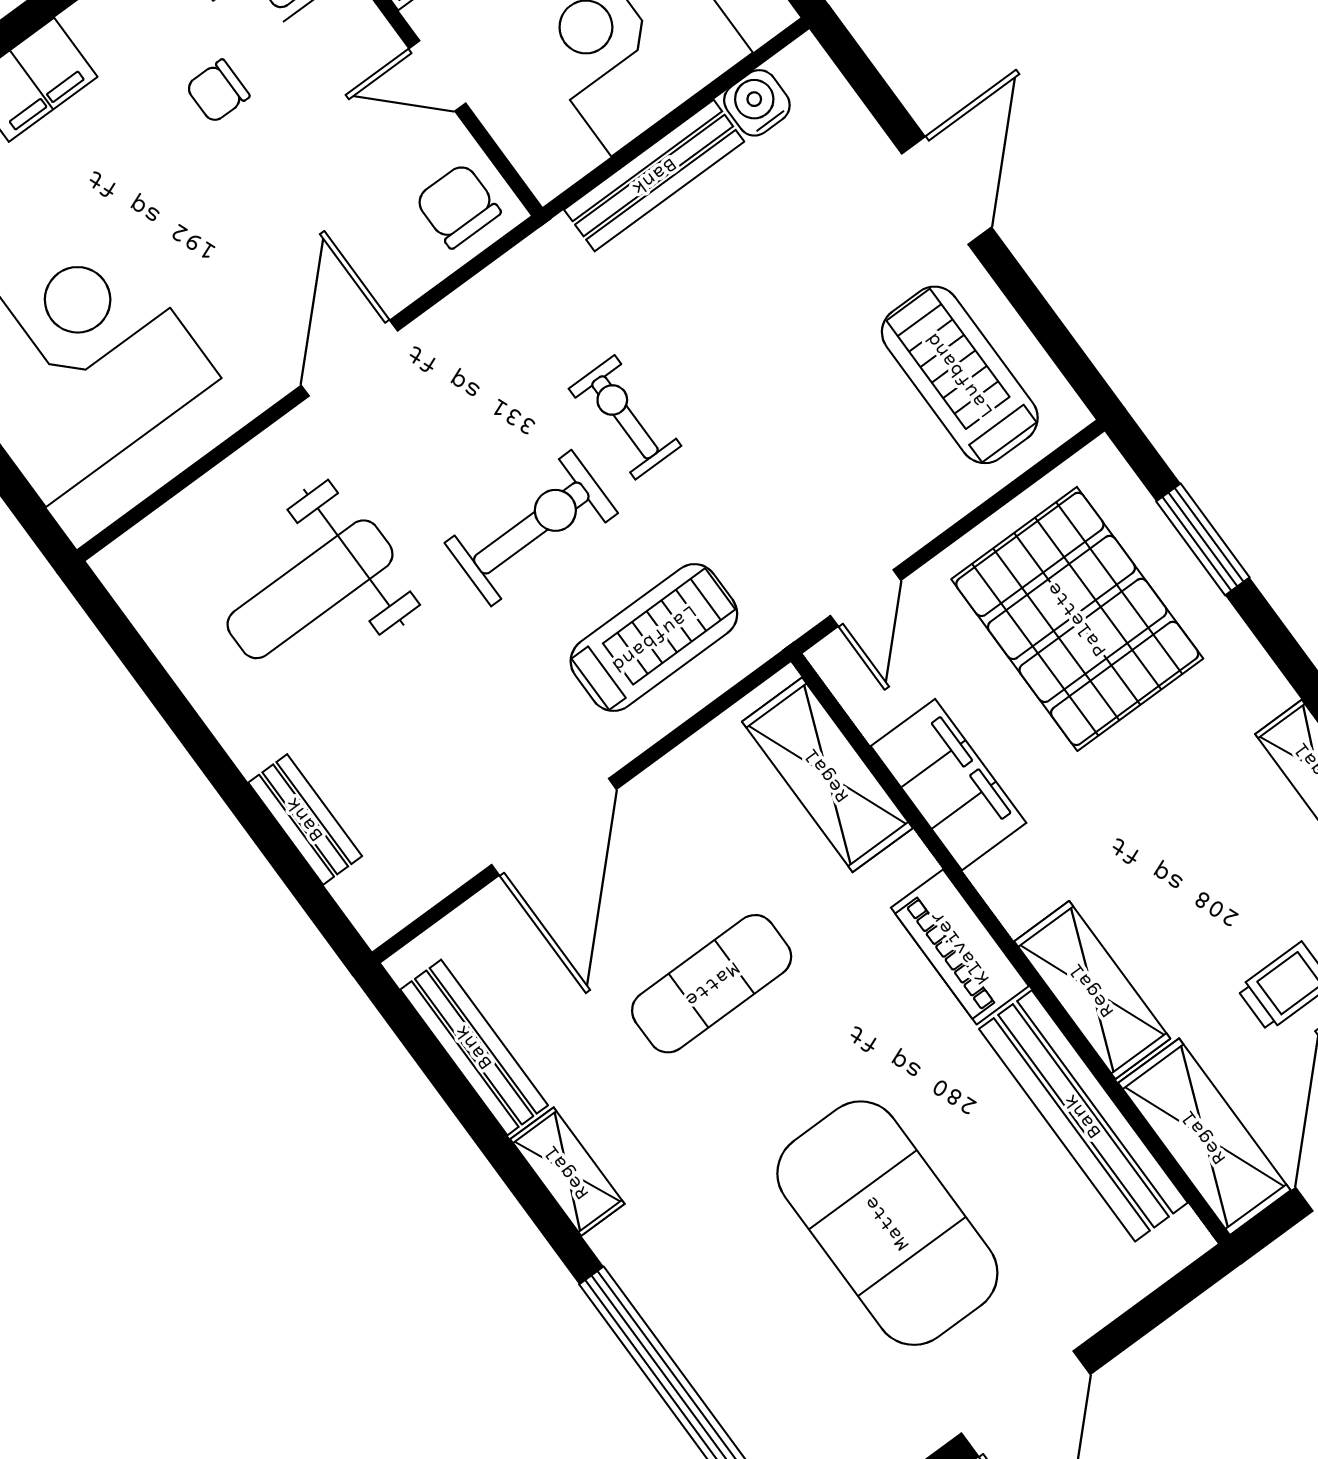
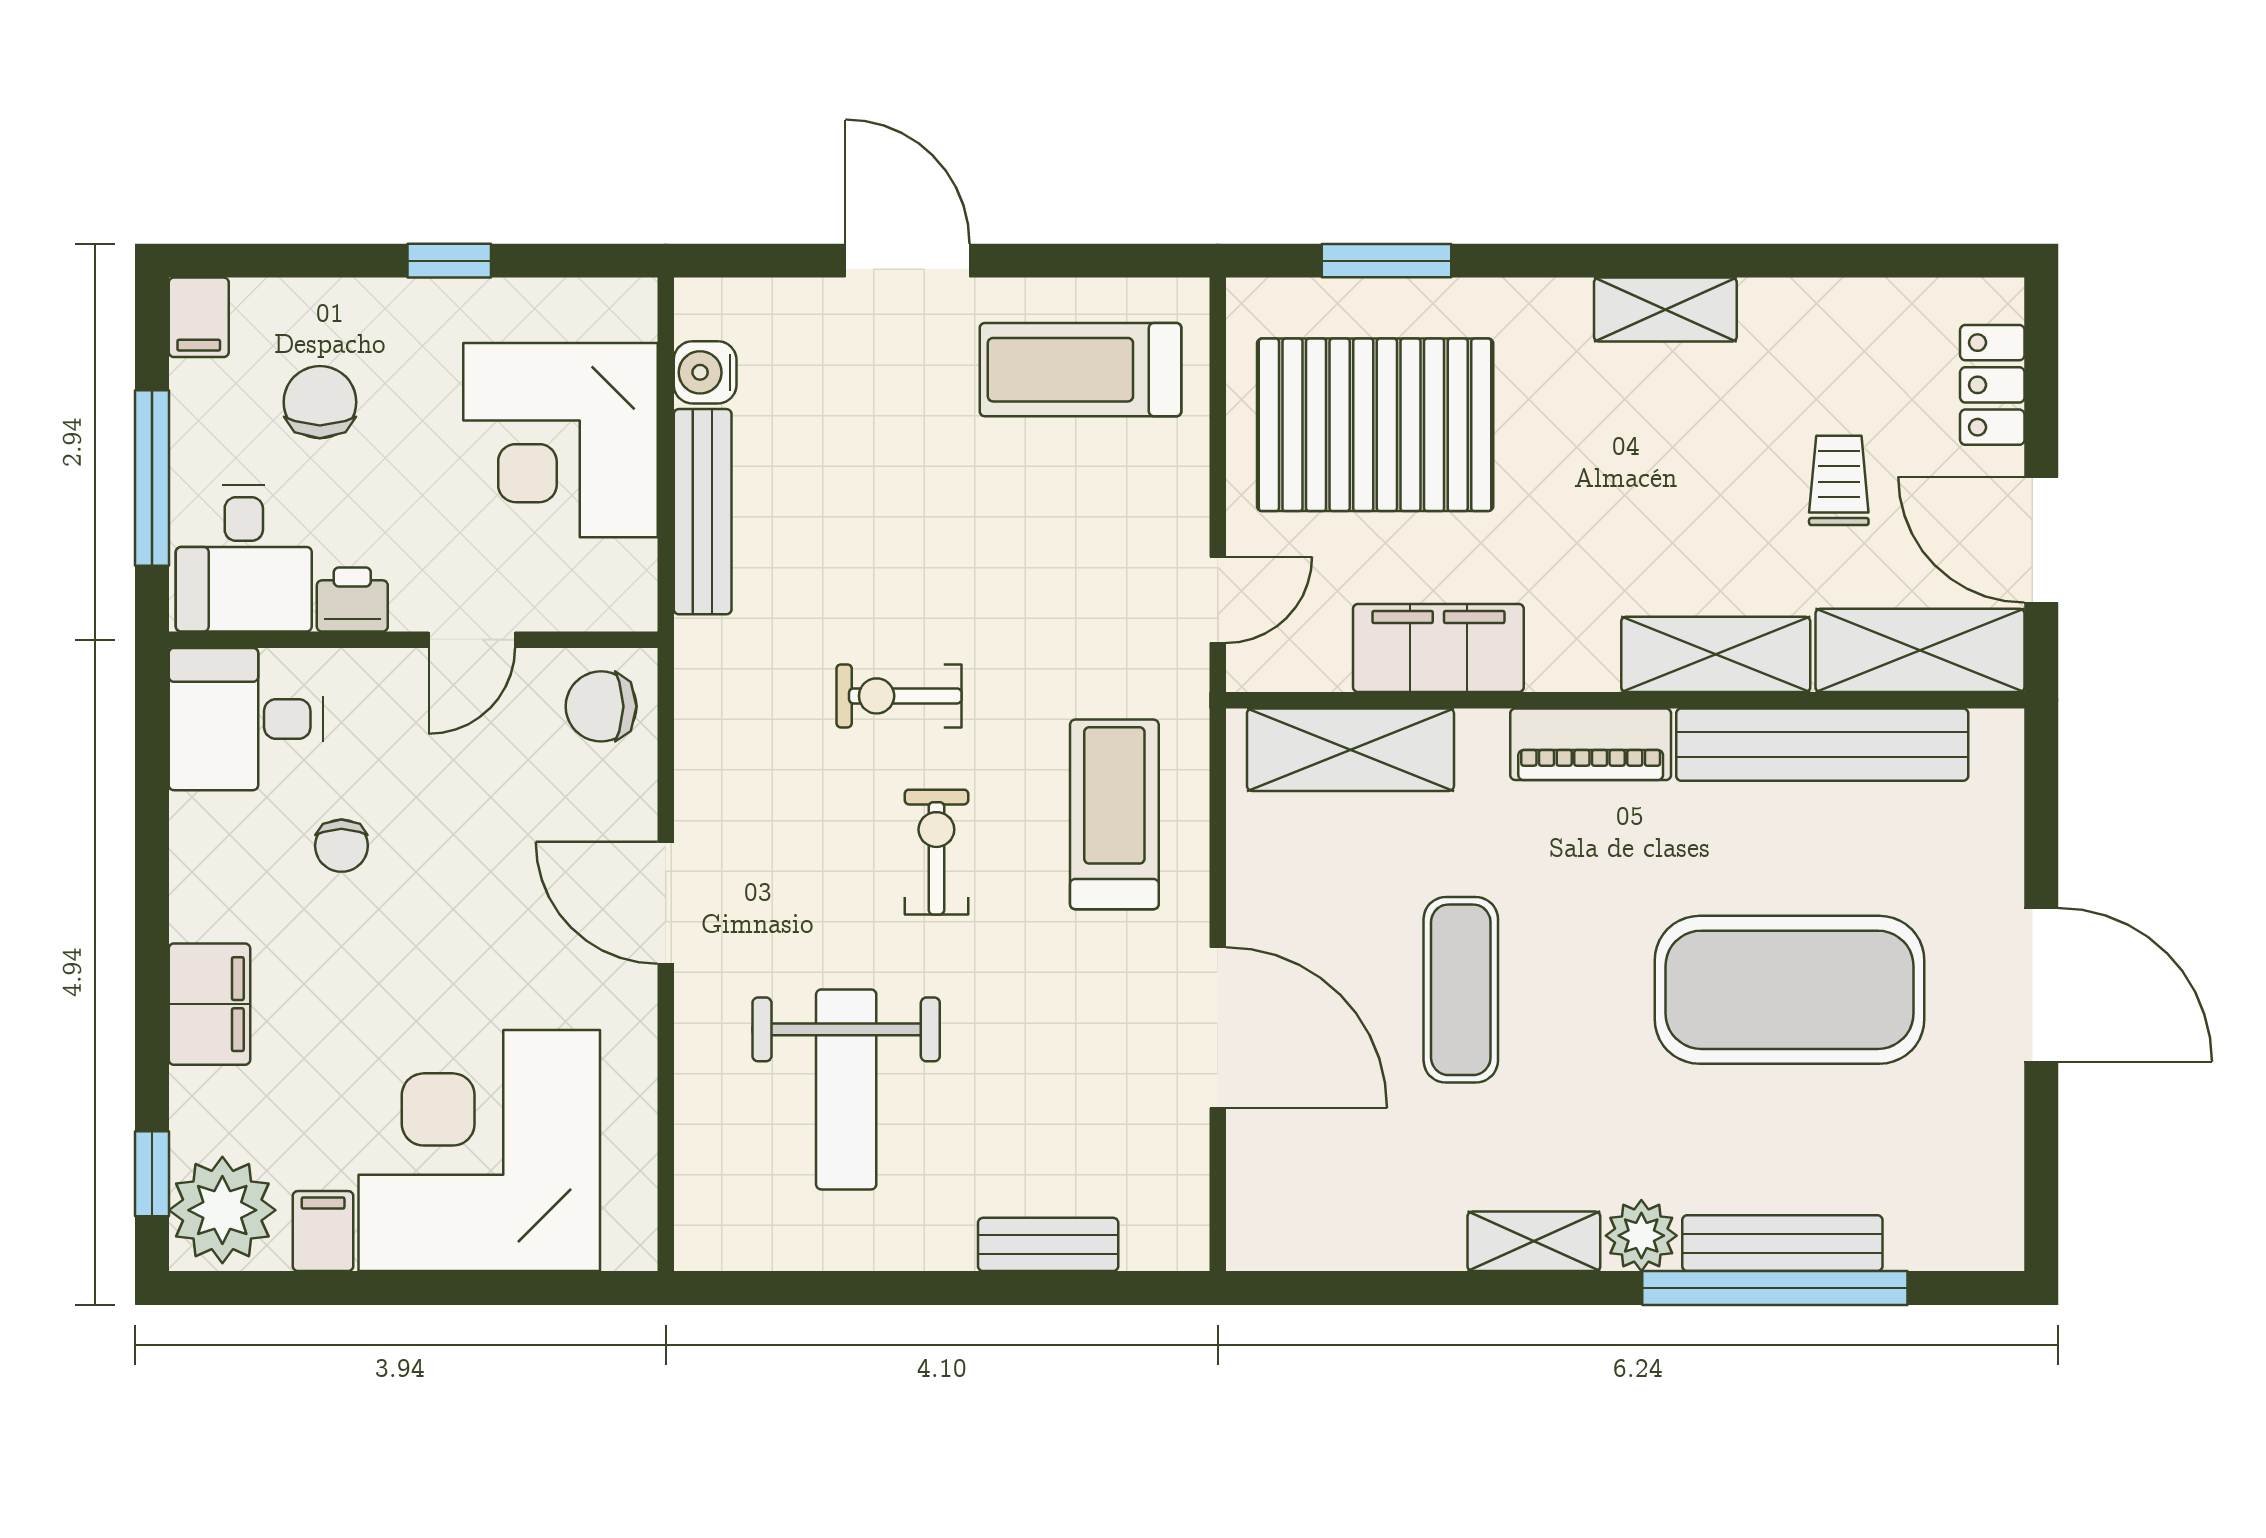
exercise bike: (531, 528) -> (936, 852), width x0.73, depth x0.72
door: (866, 598) -> (1218, 600), hinge flipped
bench: (474, 1047) -> (1782, 1243), moved
plant: (629, 1247) -> (1641, 1236), added

